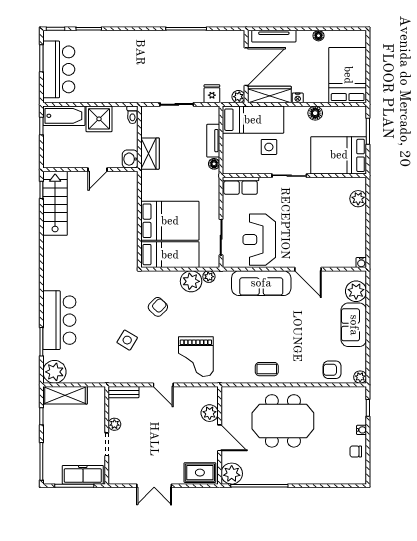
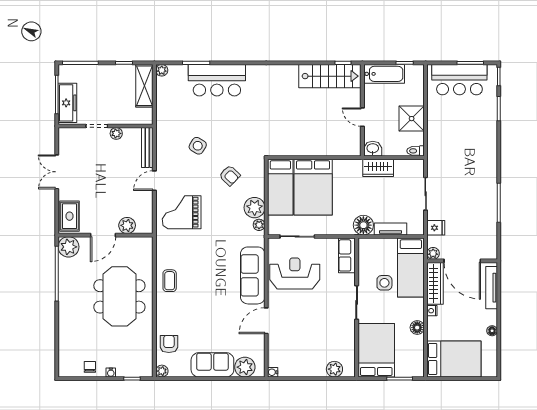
bathtub: (64, 116) -> (384, 74), moved, turned -90
floor lamp: (214, 164) -> (363, 225), width x1.89, depth x1.89
plant: (54, 372) -> (162, 70), width x0.53, depth x0.53
bench: (124, 392) -> (147, 148), width x1.36

